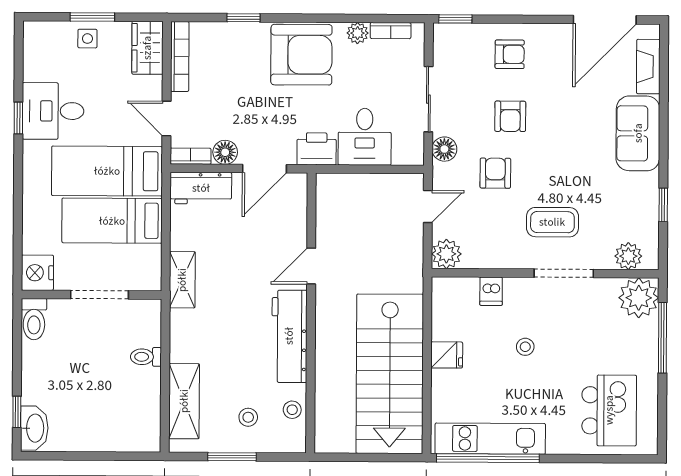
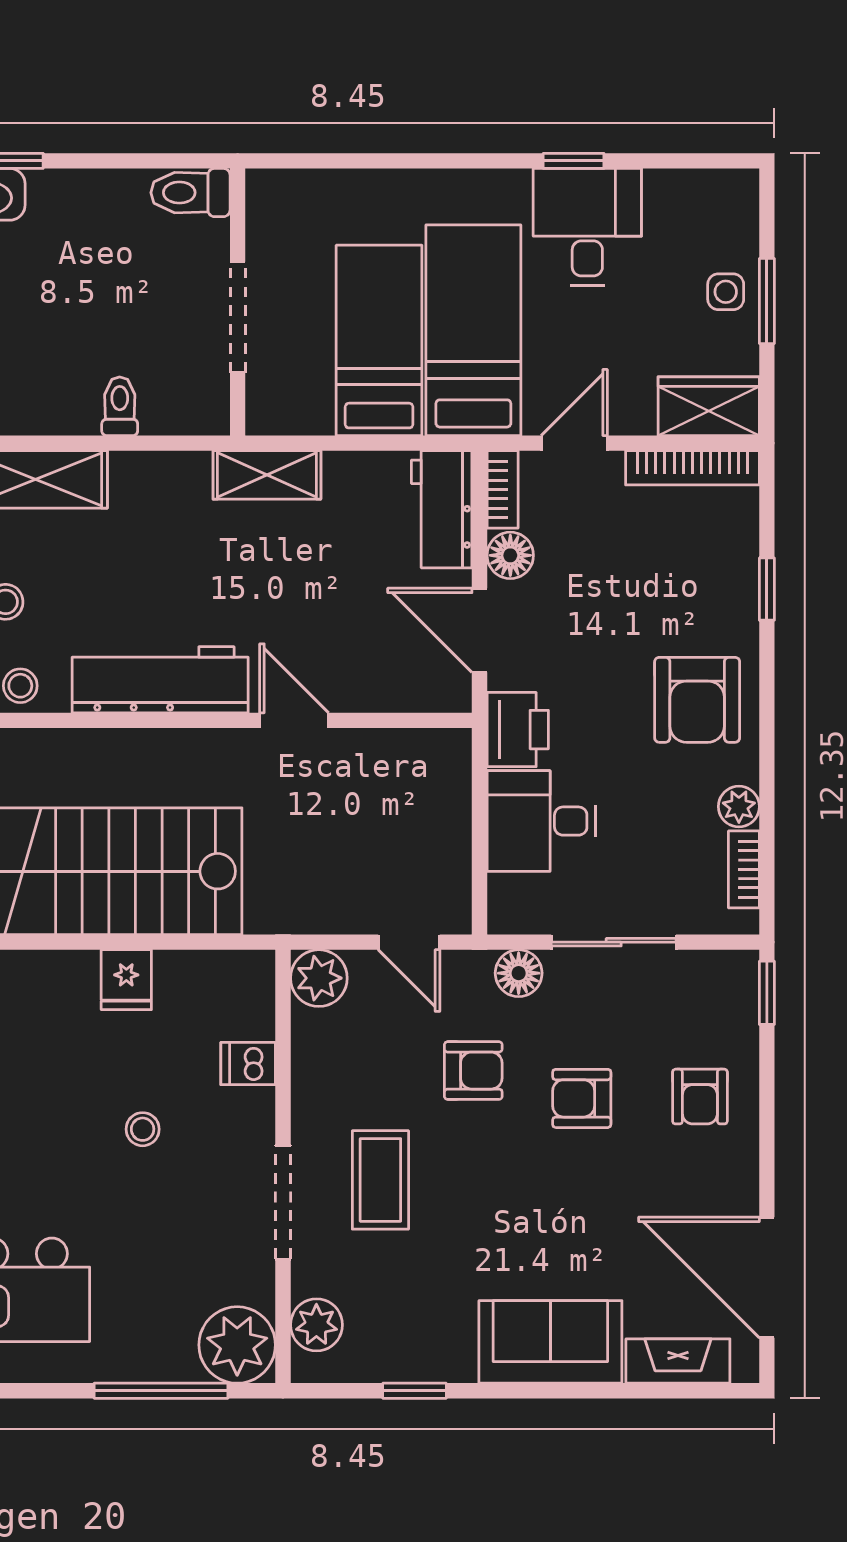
armchair: (301, 55) -> (697, 700), width x0.73, depth x0.73
nightstand: (37, 273) -> (279, 199), removed

